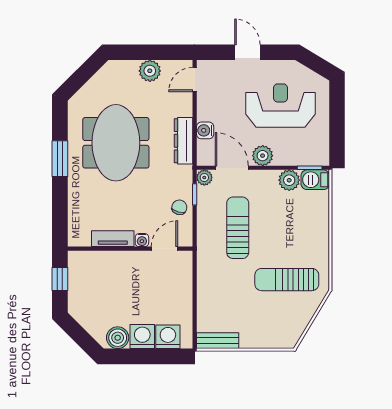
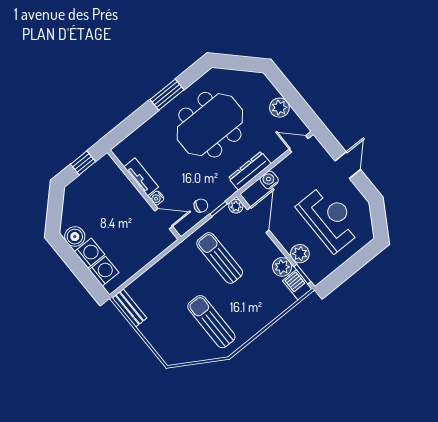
plant: (263, 156) -> (300, 254), moved
sun lounger: (238, 228) -> (220, 258), turned -90

